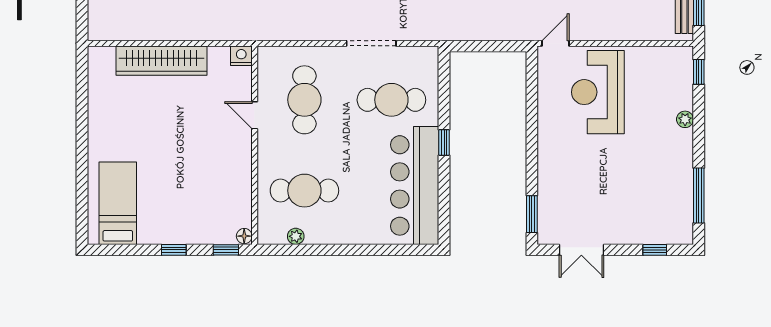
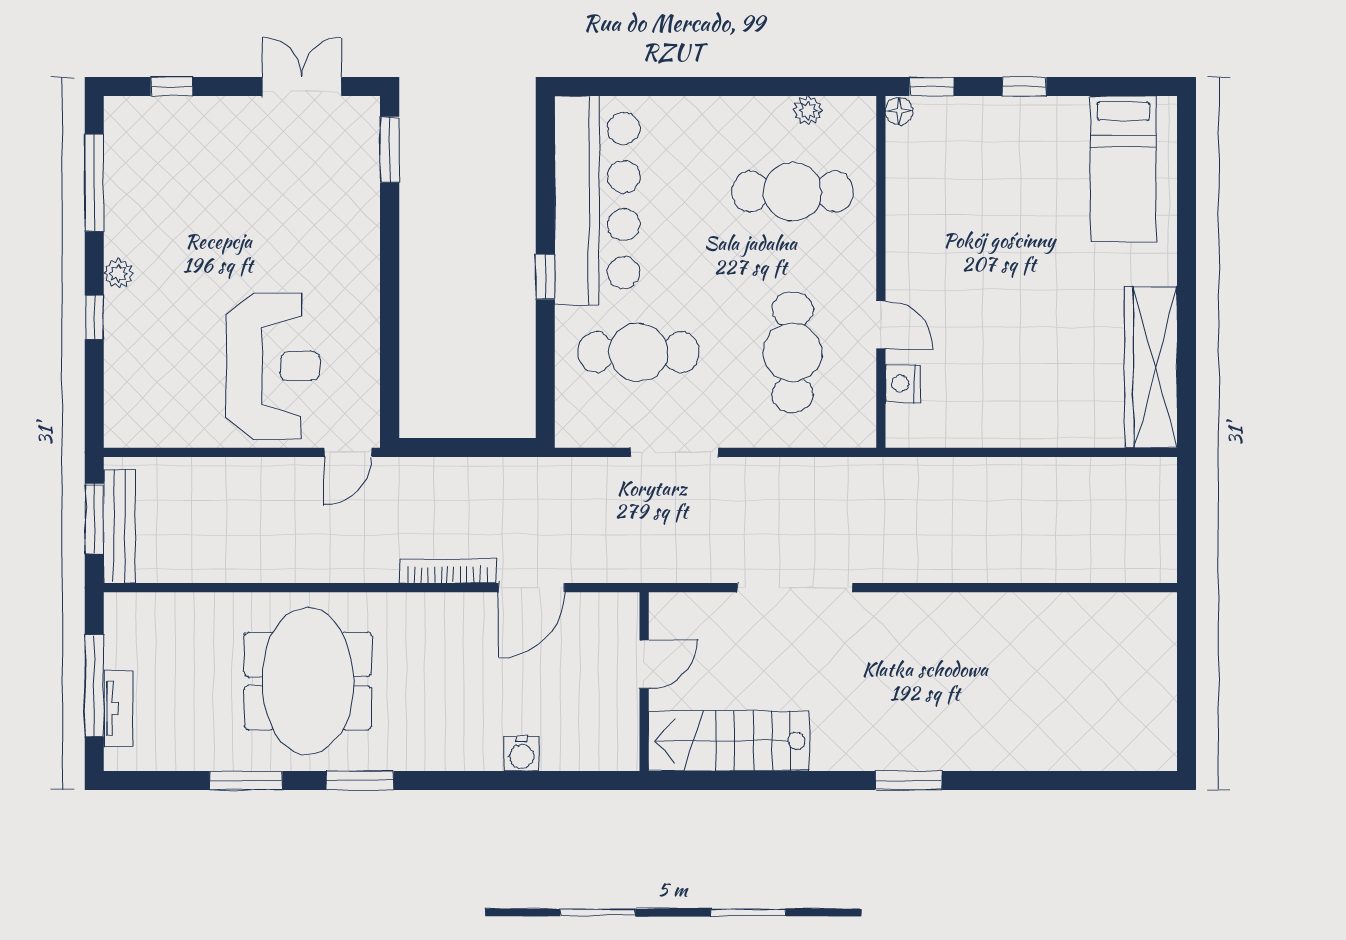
nightstand: (241, 56) -> (903, 384), moved, turned 90
wardrobe: (161, 61) -> (1151, 367), moved, turned -90
window: (699, 72) -> (94, 317), moved
plant: (685, 119) -> (118, 273), moved

